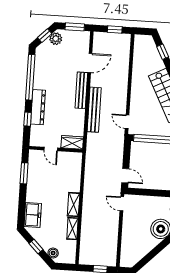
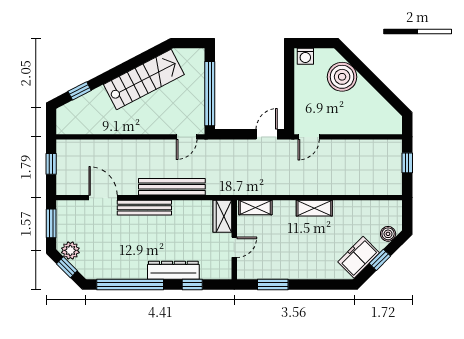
freezer: (33, 215) -> (359, 257), moved, turned -45
shelving: (72, 229) -> (255, 208), moved

